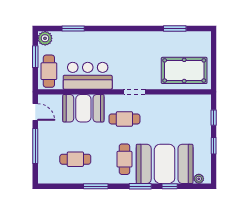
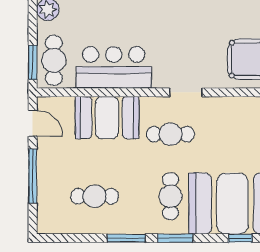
window: (35, 57) -> (33, 62), moved
window: (140, 186) -> (175, 238), moved

